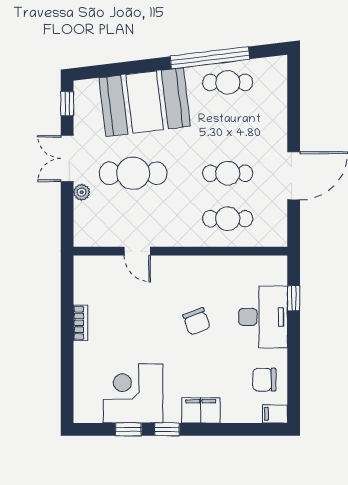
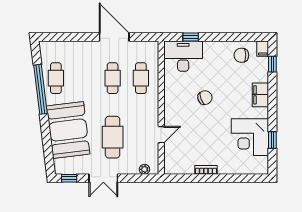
plant: (82, 192) -> (144, 169), moved
desk: (263, 317) -> (183, 56), moved
chair: (264, 380) -> (241, 55), turned 90
window: (167, 429) -> (272, 64), moved

